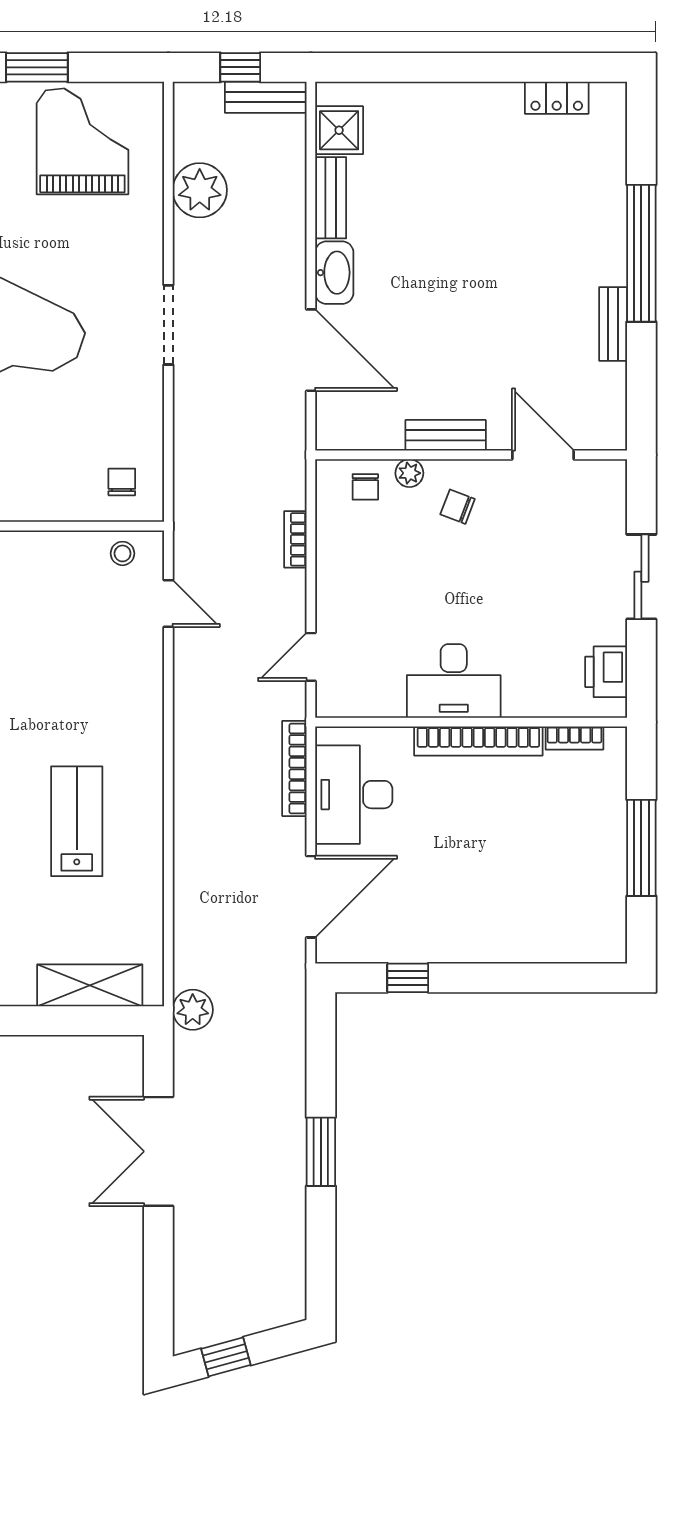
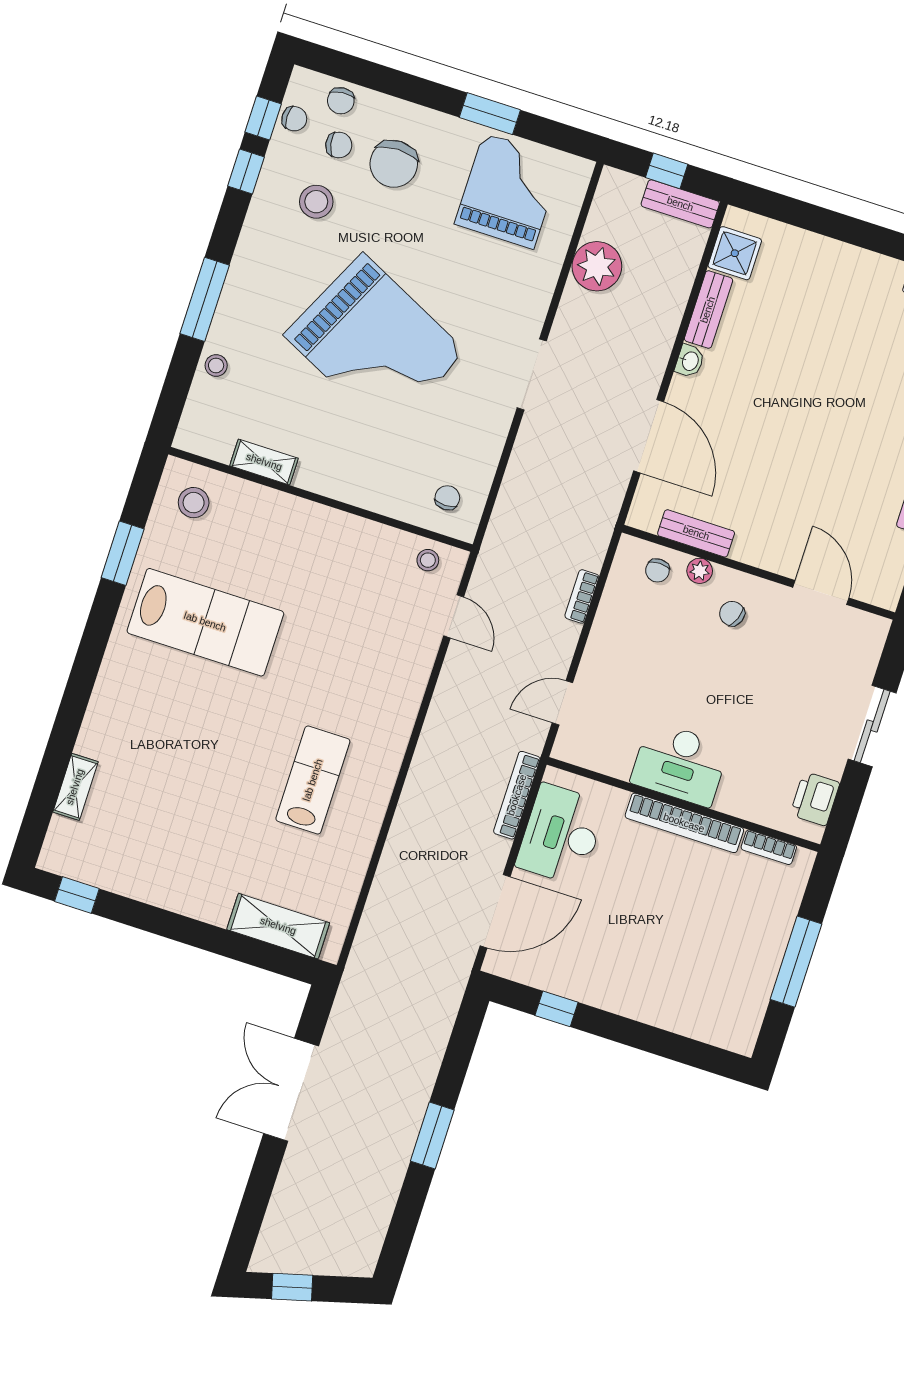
washbasin: (334, 273) -> (690, 361), width x0.52, depth x0.69
bench: (446, 435) -> (696, 533), moved
plant: (193, 1010) -> (361, 976), removed

